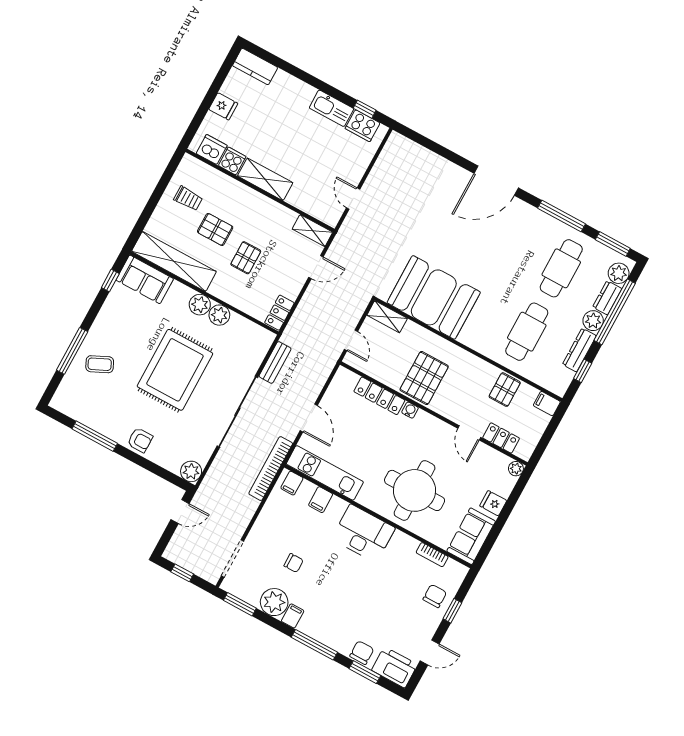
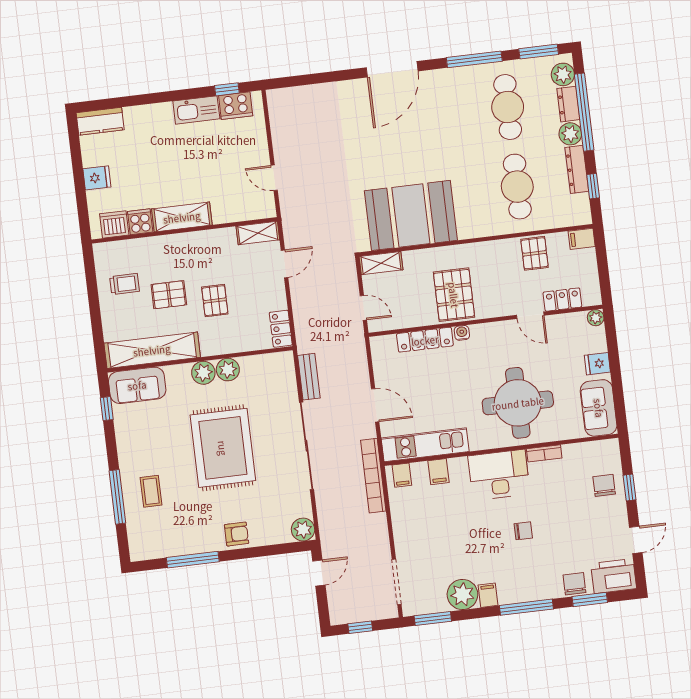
coffee table: (100, 364) -> (151, 491), turned -65
bookcase: (432, 555) -> (544, 453), moved
chair: (294, 563) -> (523, 531), moved

